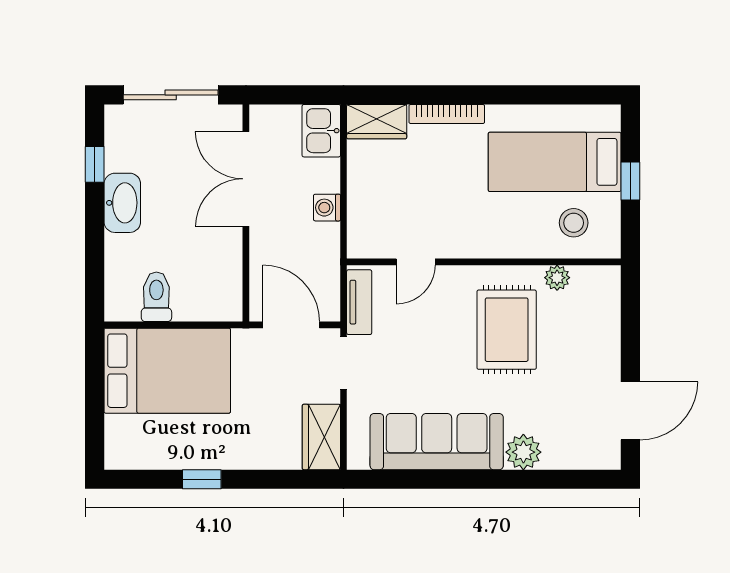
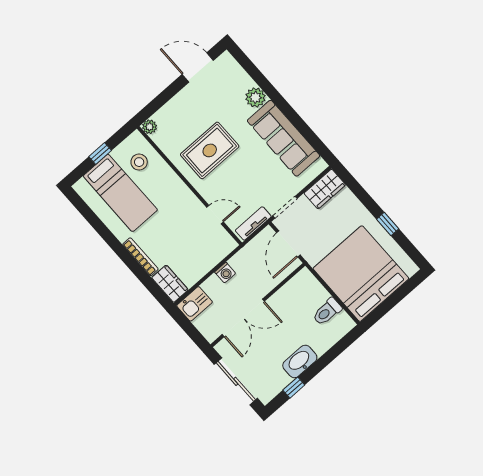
plant: (557, 278) -> (150, 127), moved
bed: (167, 371) -> (361, 274), width x1.36

